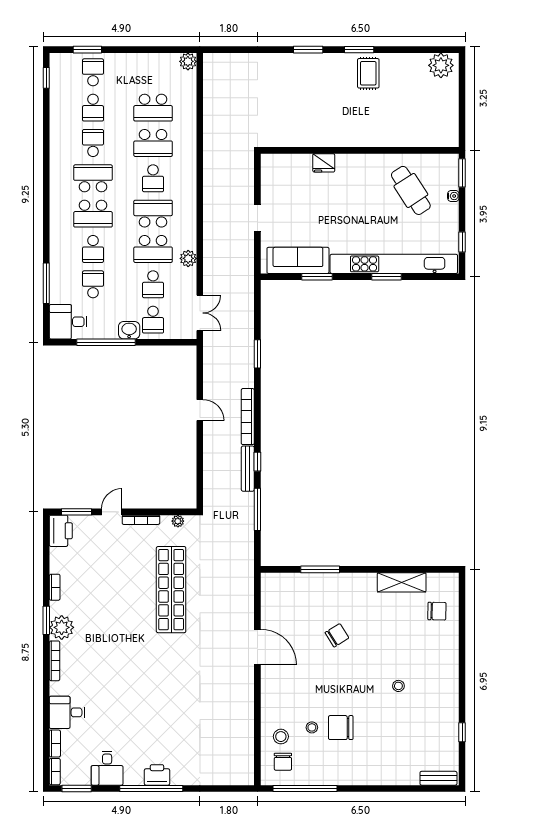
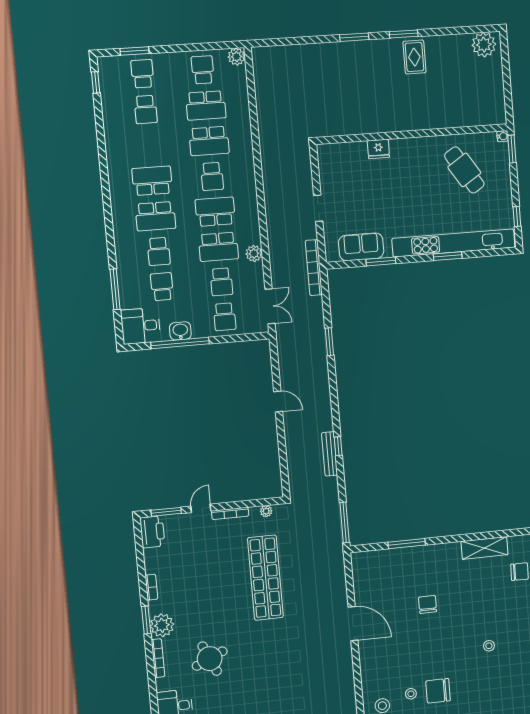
school desk: (93, 143) -> (203, 70), moved
water cooler: (453, 196) -> (503, 136), moved
sofa: (298, 260) -> (361, 247), width x0.73
washbasin: (129, 330) -> (180, 331), moved
bookcase: (248, 417) -> (314, 268), moved
window: (257, 509) -> (345, 522), moved
chair: (337, 635) -> (428, 604), turned -58
round table: (107, 667) -> (210, 659), added

